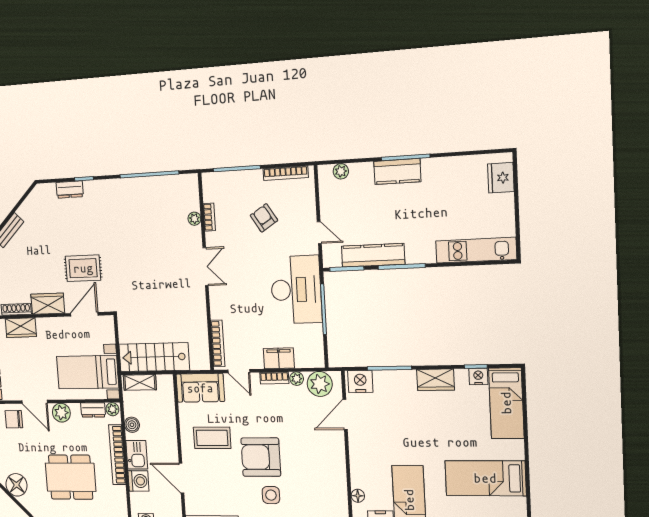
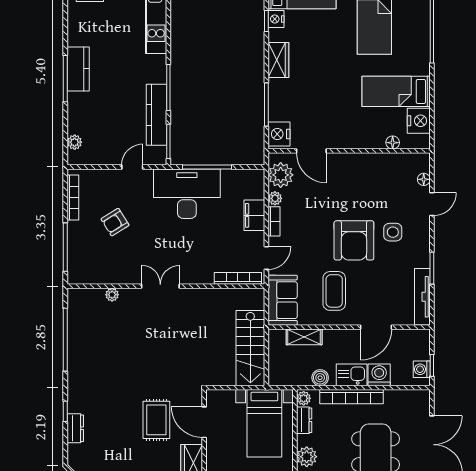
kitchen counter: (397, 171) -> (78, 69), moved
bookcase: (209, 217) -> (111, 279), removed
shelving: (140, 382) -> (304, 337), moved, turned 90

